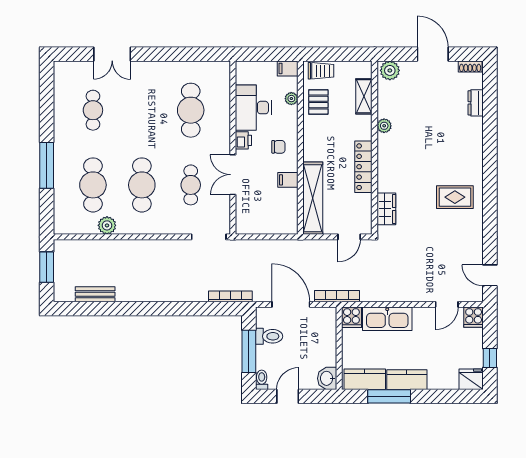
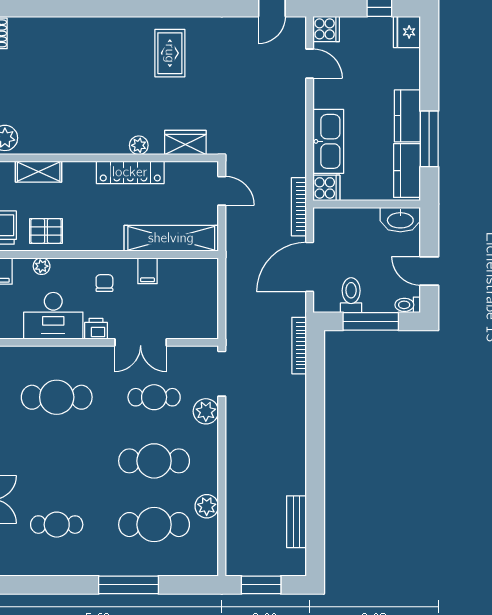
dresser: (476, 103) -> (47, 26), removed
plant: (384, 126) -> (139, 145), moved
plant: (180, 225) -> (206, 411), added
washbasin: (327, 378) -> (400, 220), width x1.38

